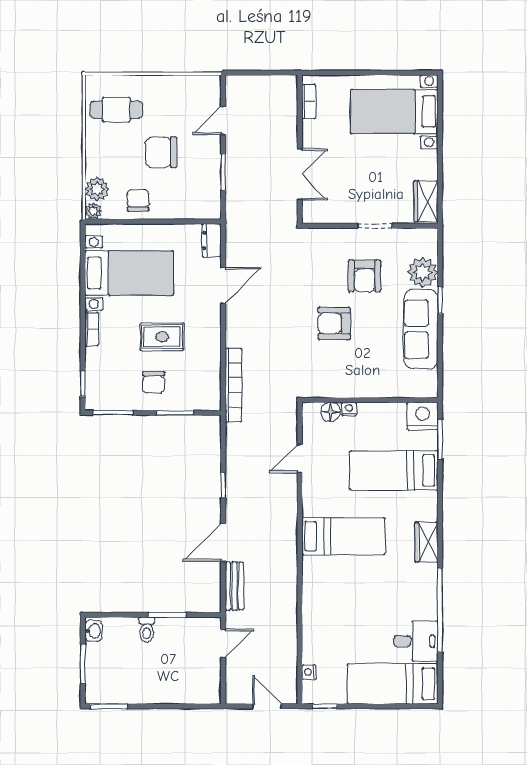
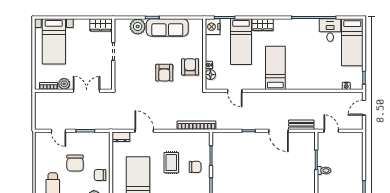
plant: (313, 131) -> (64, 84), added
armchair: (365, 276) -> (190, 67), moved, turned -90
wardrobe: (426, 542) -> (263, 25), moved

